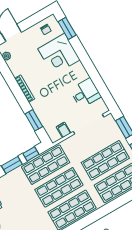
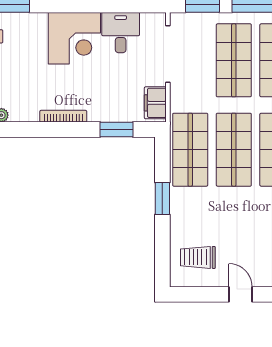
corner desk: (59, 54) -> (74, 38), moved
filing cabinet: (64, 130) -> (155, 103), width x2.00
window: (31, 154) -> (162, 162), removed

